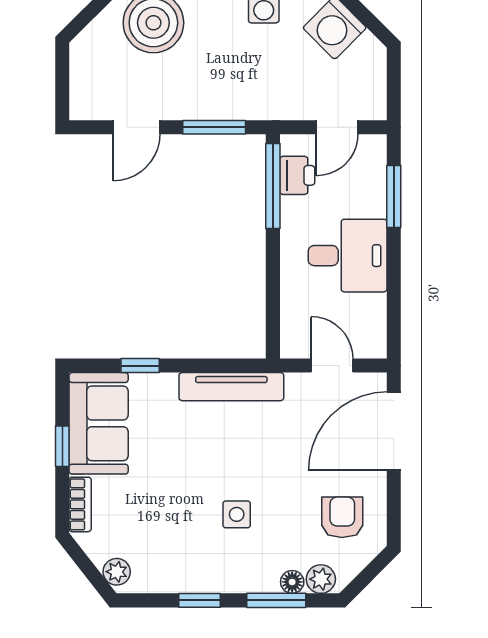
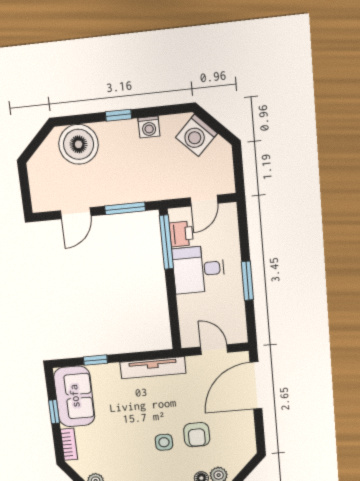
window: (394, 197) -> (247, 281), moved
desk: (348, 256) -> (199, 269), moved, turned 180
armchair: (342, 517) -> (197, 435), moved, turned 180

